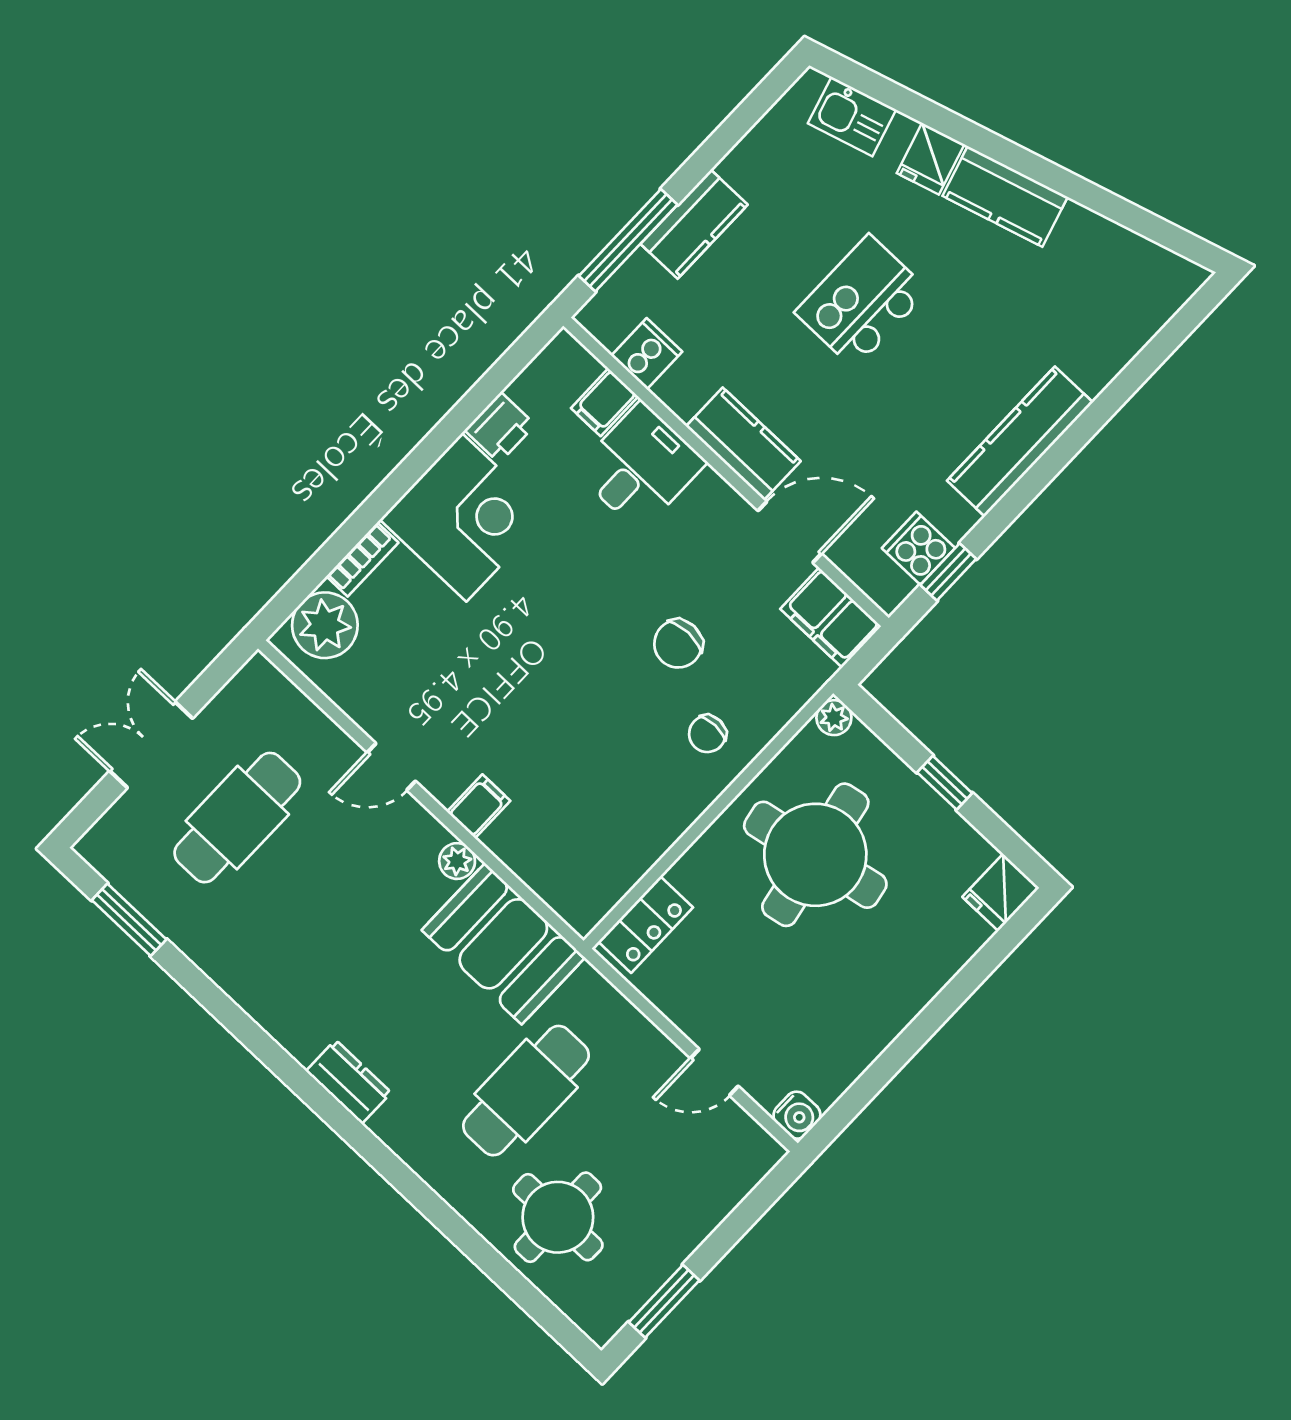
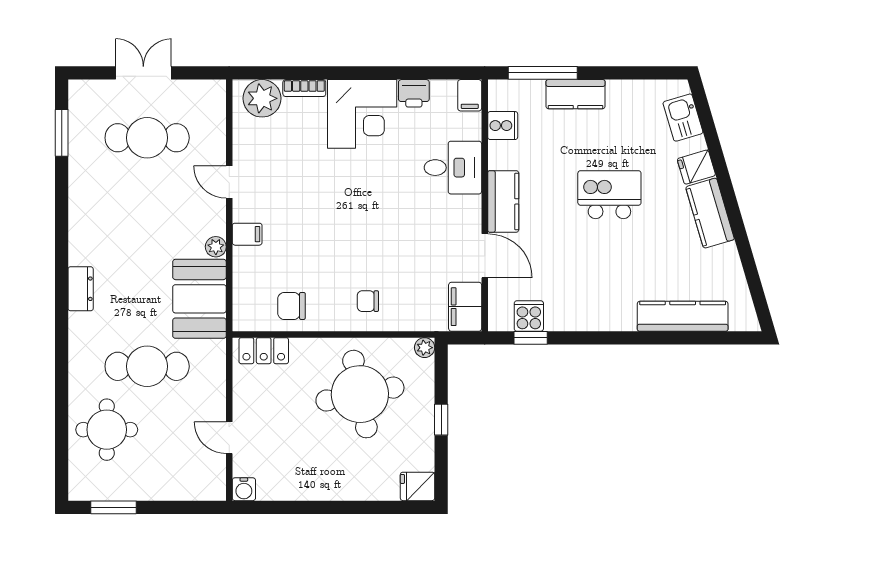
filing cabinet: (605, 402) -> (470, 95), moved, turned -90
kitchen counter: (1020, 442) -> (683, 316), moved
chair: (678, 644) -> (291, 306), moved

